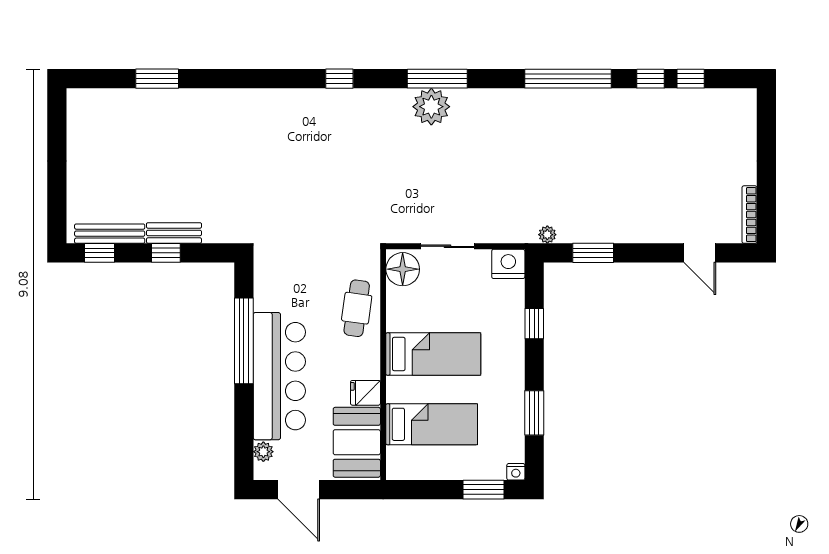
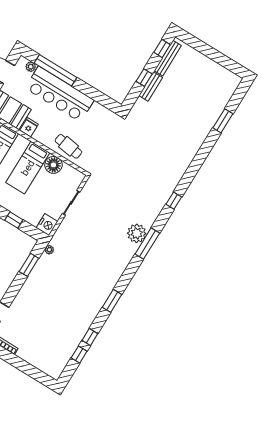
window: (568, 79) -> (112, 301), width x0.47
floor lamp: (403, 269) -> (53, 165), moved
window: (244, 341) -> (56, 70), moved

